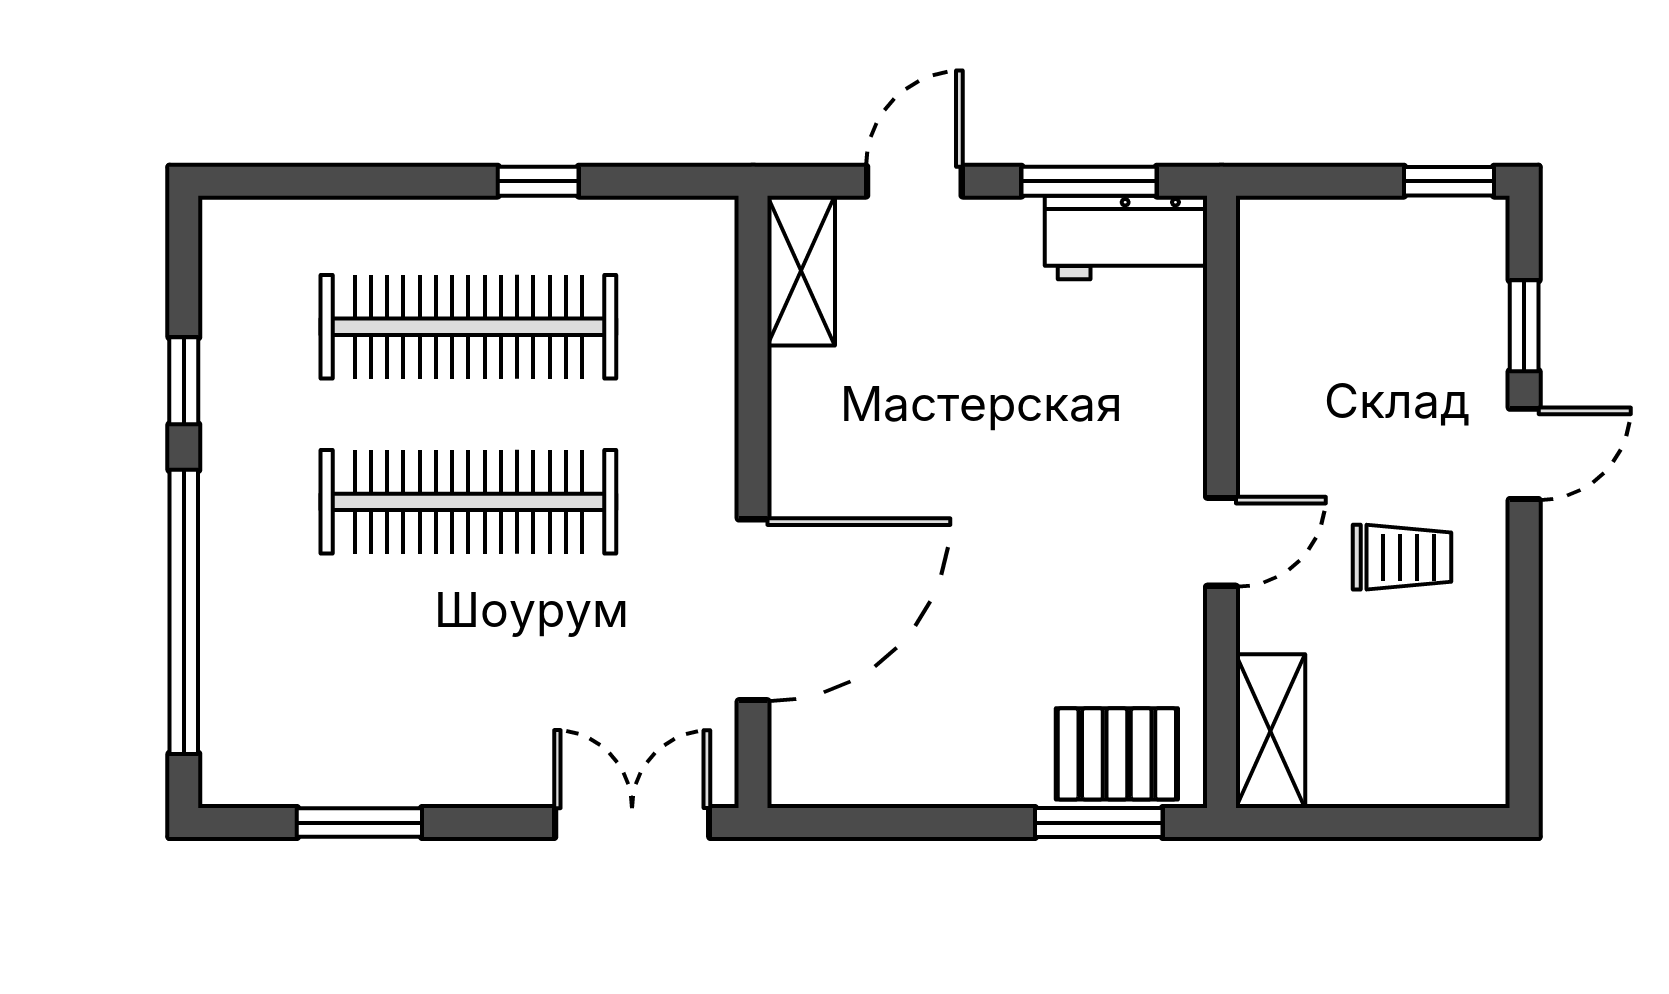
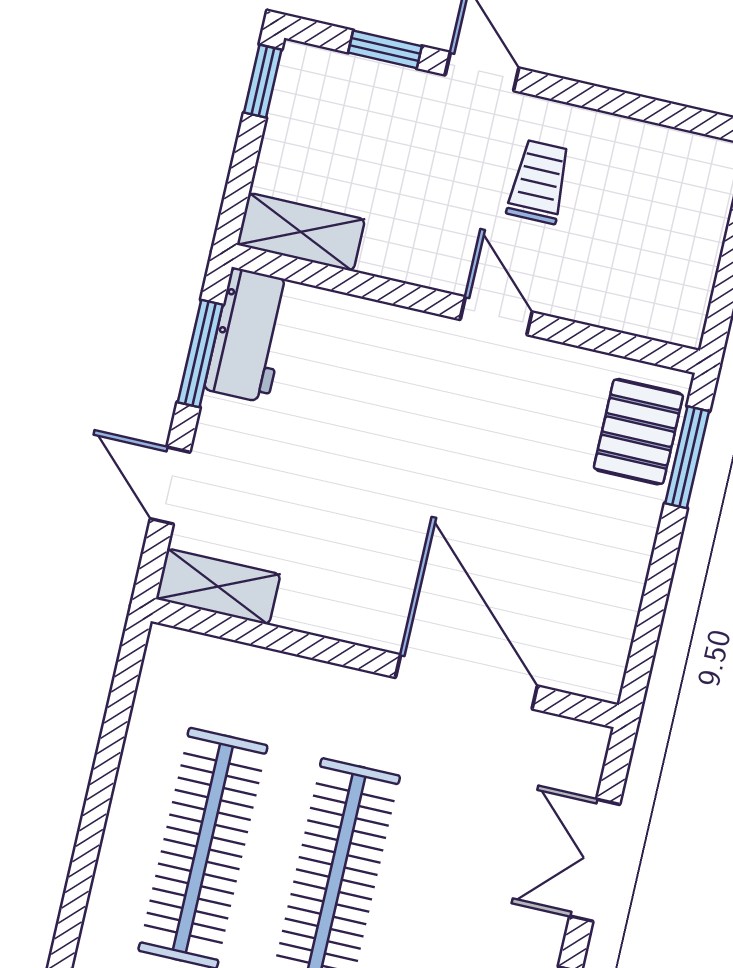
window: (538, 181) -> (105, 770), removed
shelving: (1271, 731) -> (301, 232), moved
double door: (632, 823) -> (595, 860), moved

